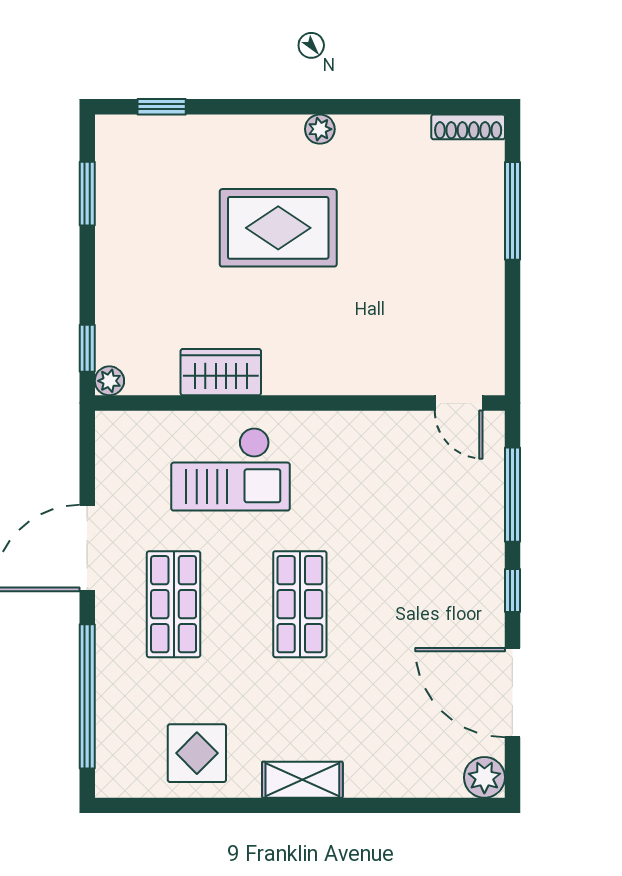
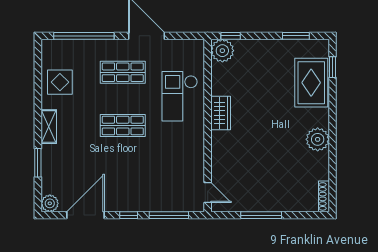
plant: (320, 129) -> (318, 139), width x1.87, depth x1.87
window: (512, 211) -> (261, 215), moved
rug: (278, 228) -> (311, 83), moved
wardrobe: (221, 372) -> (221, 113), moved
plant: (109, 381) -> (222, 51), width x1.87, depth x1.87
door: (459, 403) -> (208, 192), swing flipped
window: (388, 805) -> (38, 163), added

